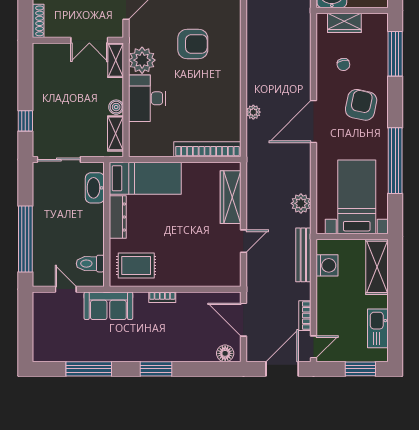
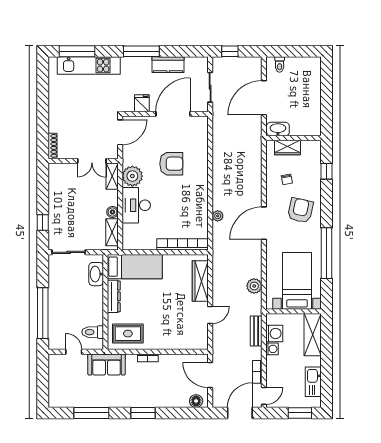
window: (395, 54) -> (326, 171), width x0.46
bench: (303, 255) -> (256, 331), width x0.73
washing machine: (324, 285) -> (272, 349), added

